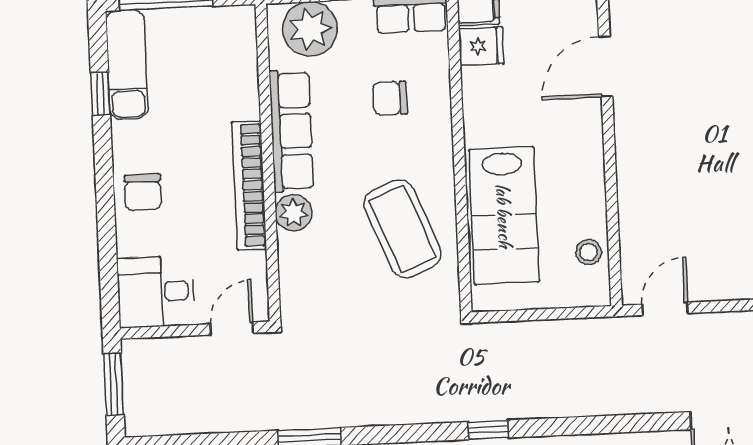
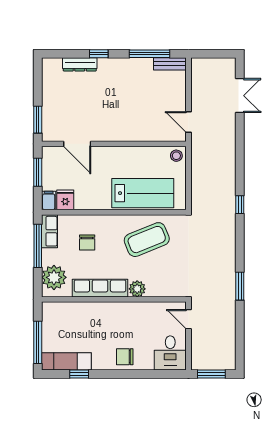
bookcase: (249, 185) -> (124, 308), removed
chair: (143, 192) -> (125, 357), turned 180
stool: (589, 252) -> (176, 156), moved

